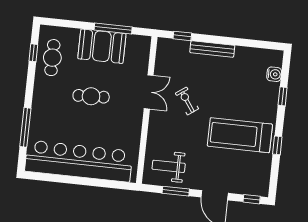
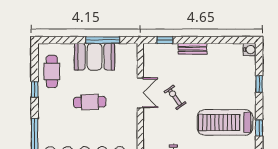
bench: (212, 49) -> (192, 49), width x0.73
window: (33, 53) -> (35, 89), moved
water cooler: (274, 74) -> (250, 50), moved

